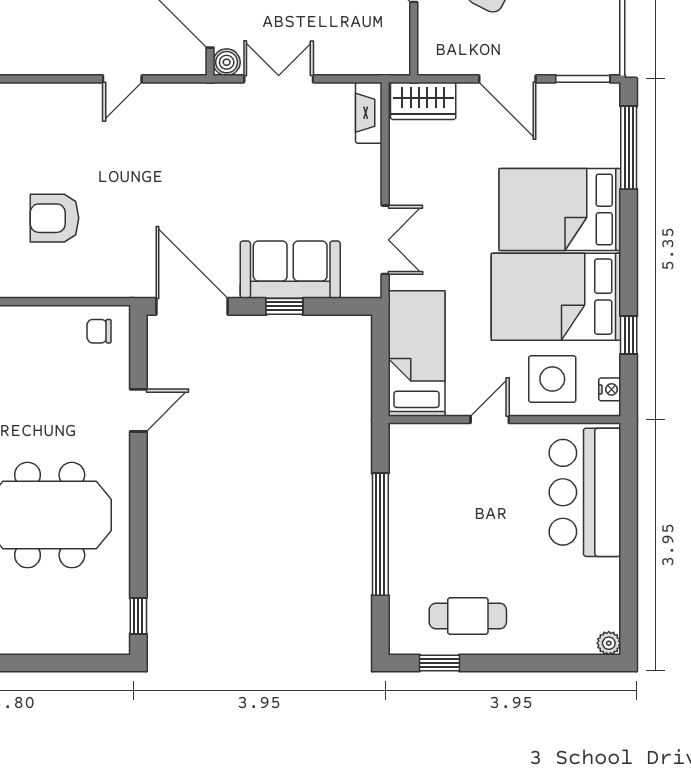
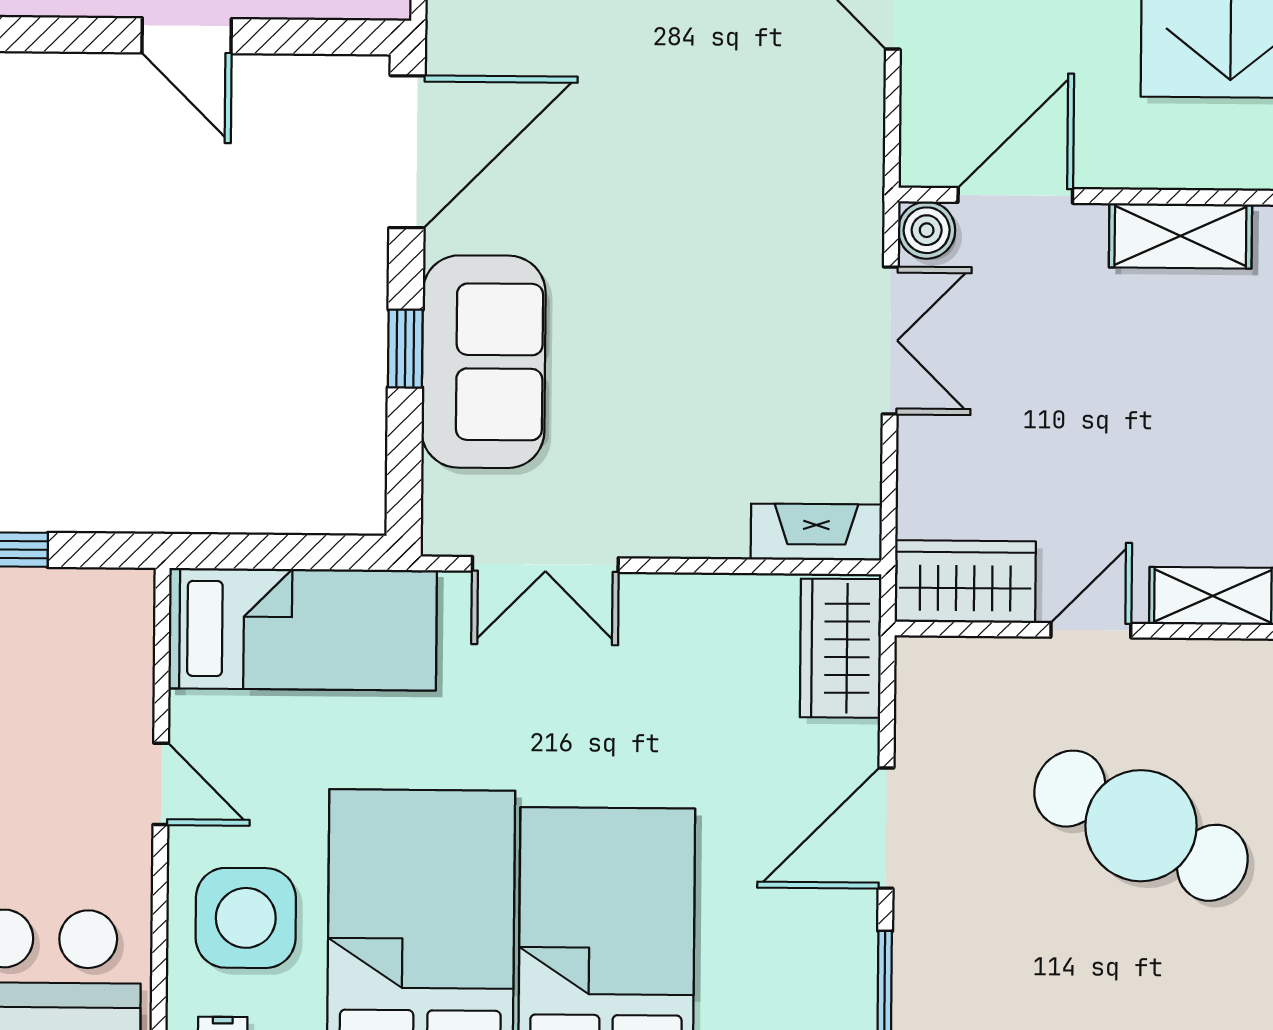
wardrobe: (391, 43) -> (965, 582), added

